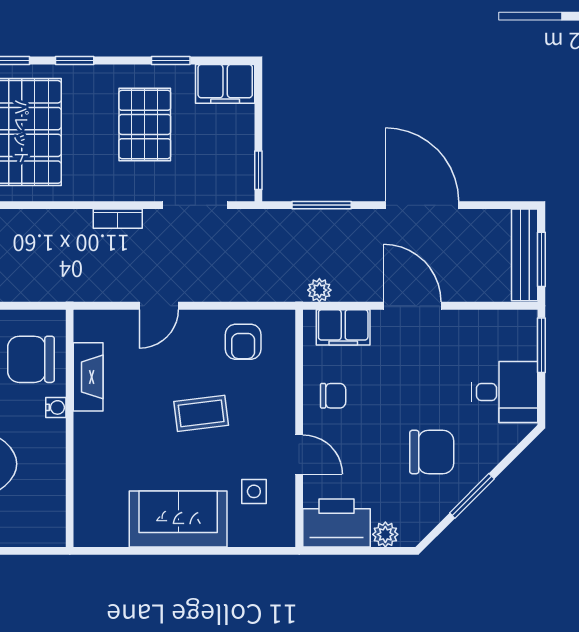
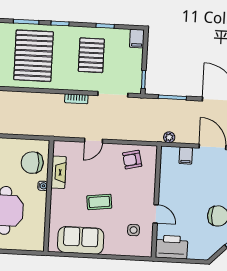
filing cabinet: (225, 84) -> (137, 39), width x0.50
filing cabinet: (343, 327) -> (186, 156), width x0.50
armchair: (243, 342) -> (132, 160), turned 77
chair: (333, 396) -> (173, 187), removed
coffee table: (201, 413) -> (99, 202), moved
sofa: (178, 519) -> (81, 240), moved
plant: (385, 534) -> (194, 254), removed

